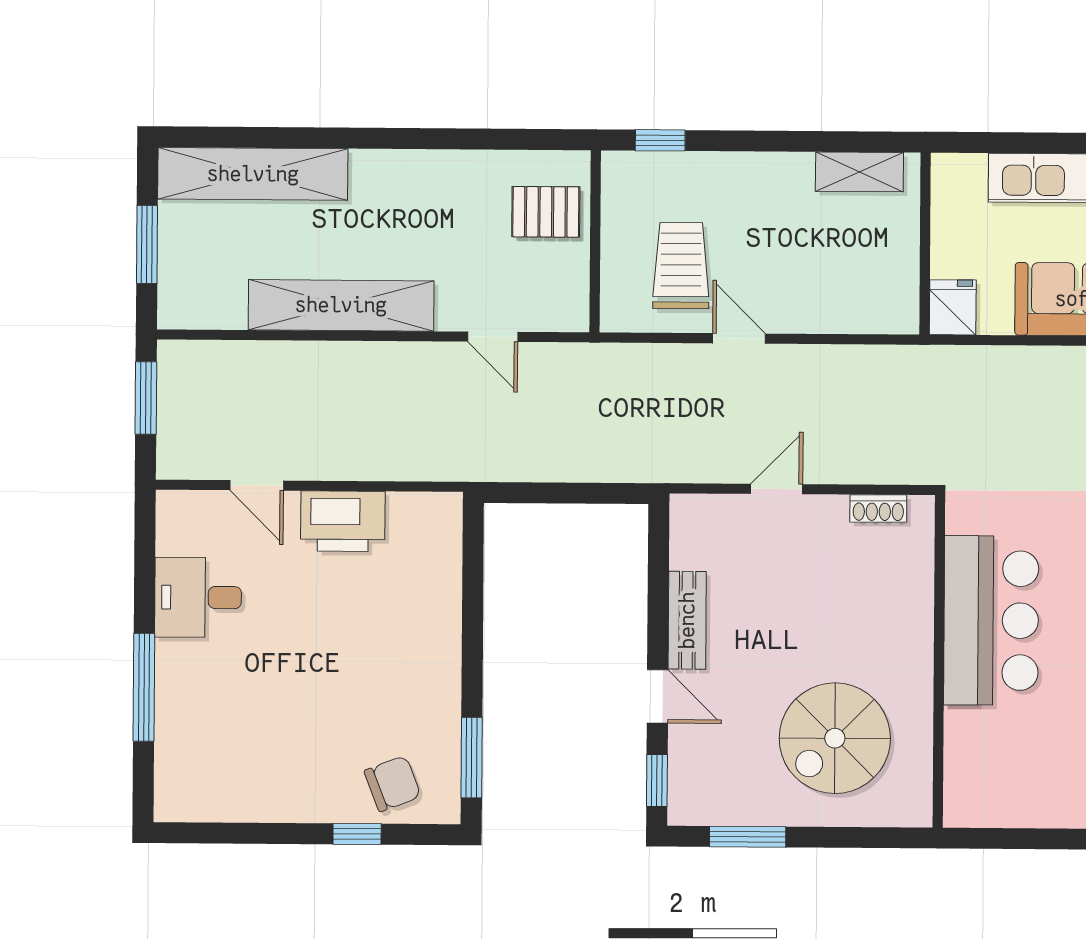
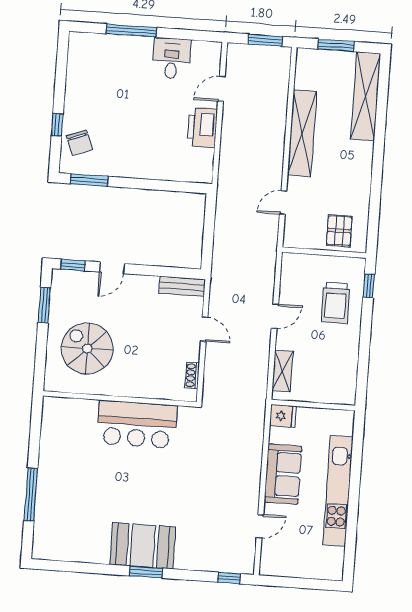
shelving: (859, 172) -> (282, 371), moved
trolley: (681, 266) -> (336, 303), moved, turned 90
bench: (687, 620) -> (182, 286), moved

